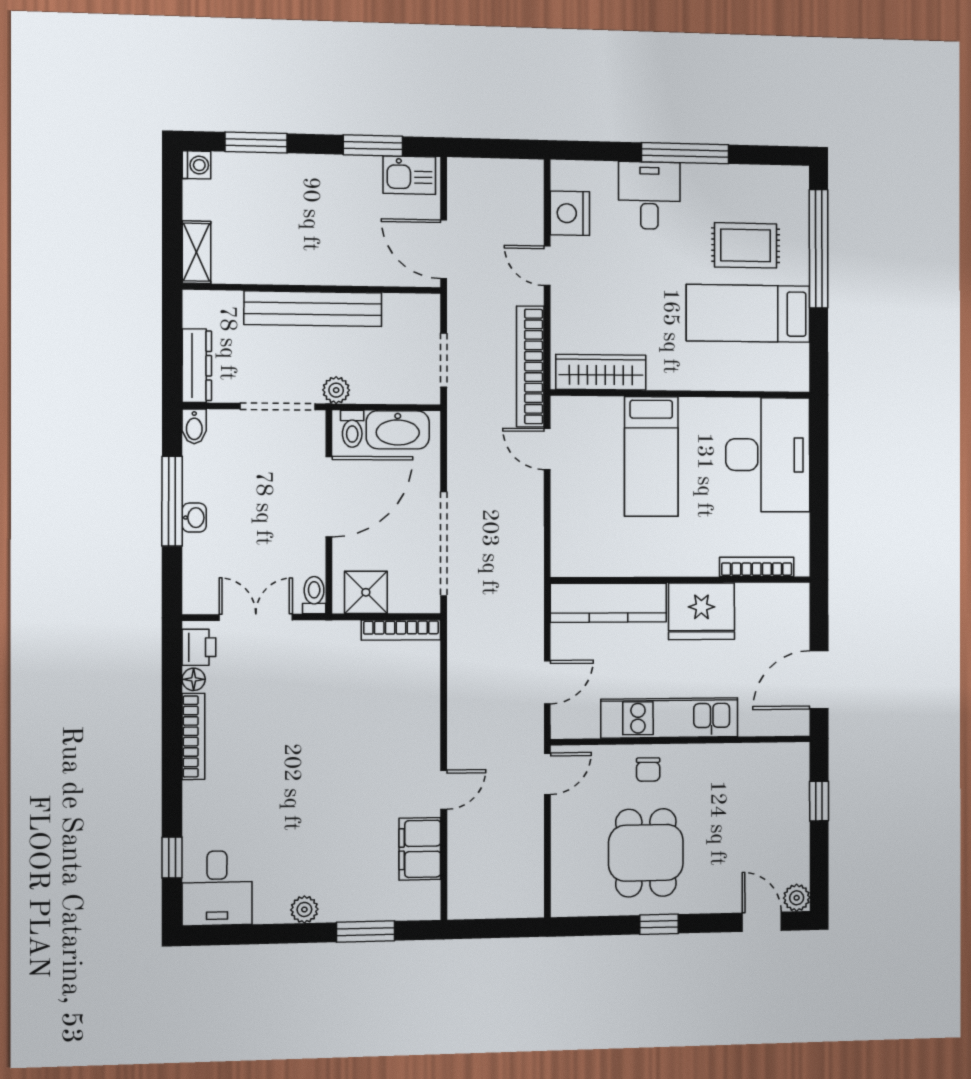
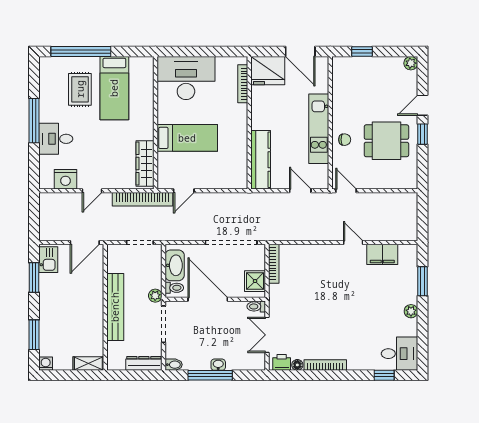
fridge: (701, 611) -> (268, 71), moved, turned 90
door: (762, 922) -> (423, 105), moved

